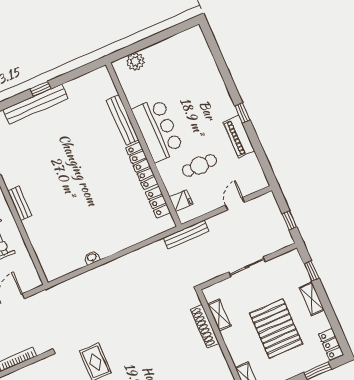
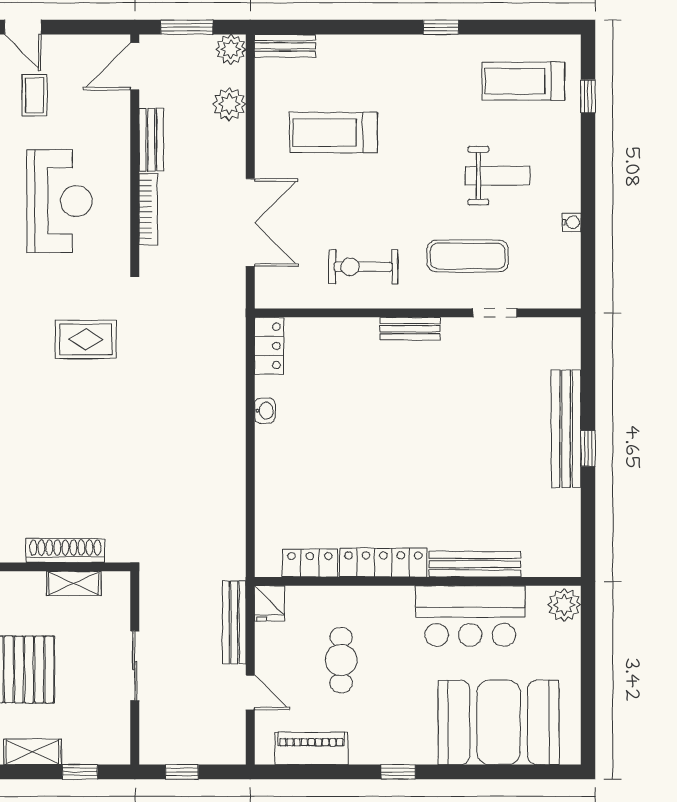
plant: (135, 62) -> (564, 605), moved
booth: (196, 74) -> (499, 722), added
bar counter: (158, 130) -> (470, 616), moved
piano: (239, 136) -> (311, 748), moved
fridge: (181, 200) -> (269, 603), moved
bench: (186, 235) -> (234, 622), moved
locker: (59, 270) -> (269, 346), added

